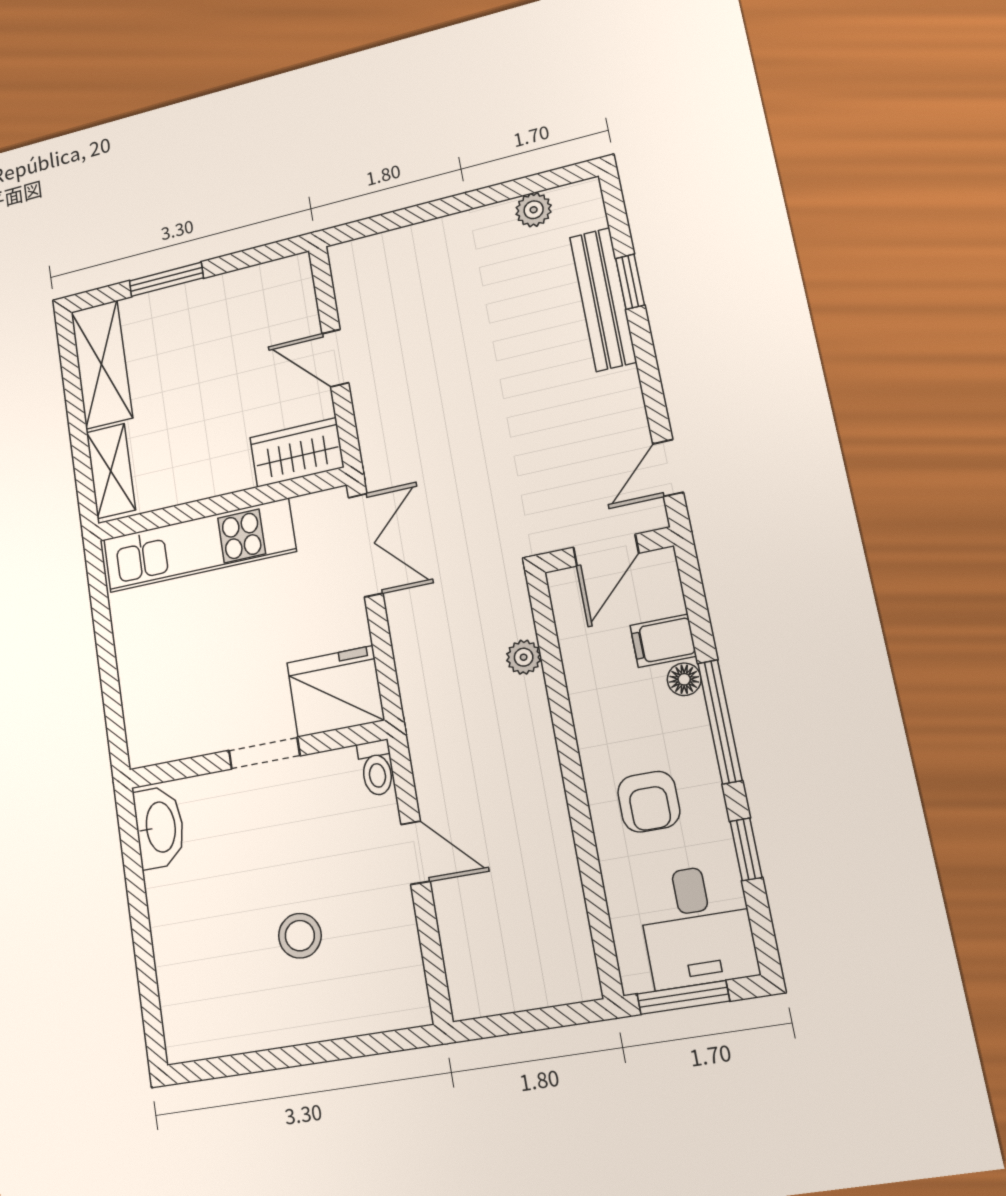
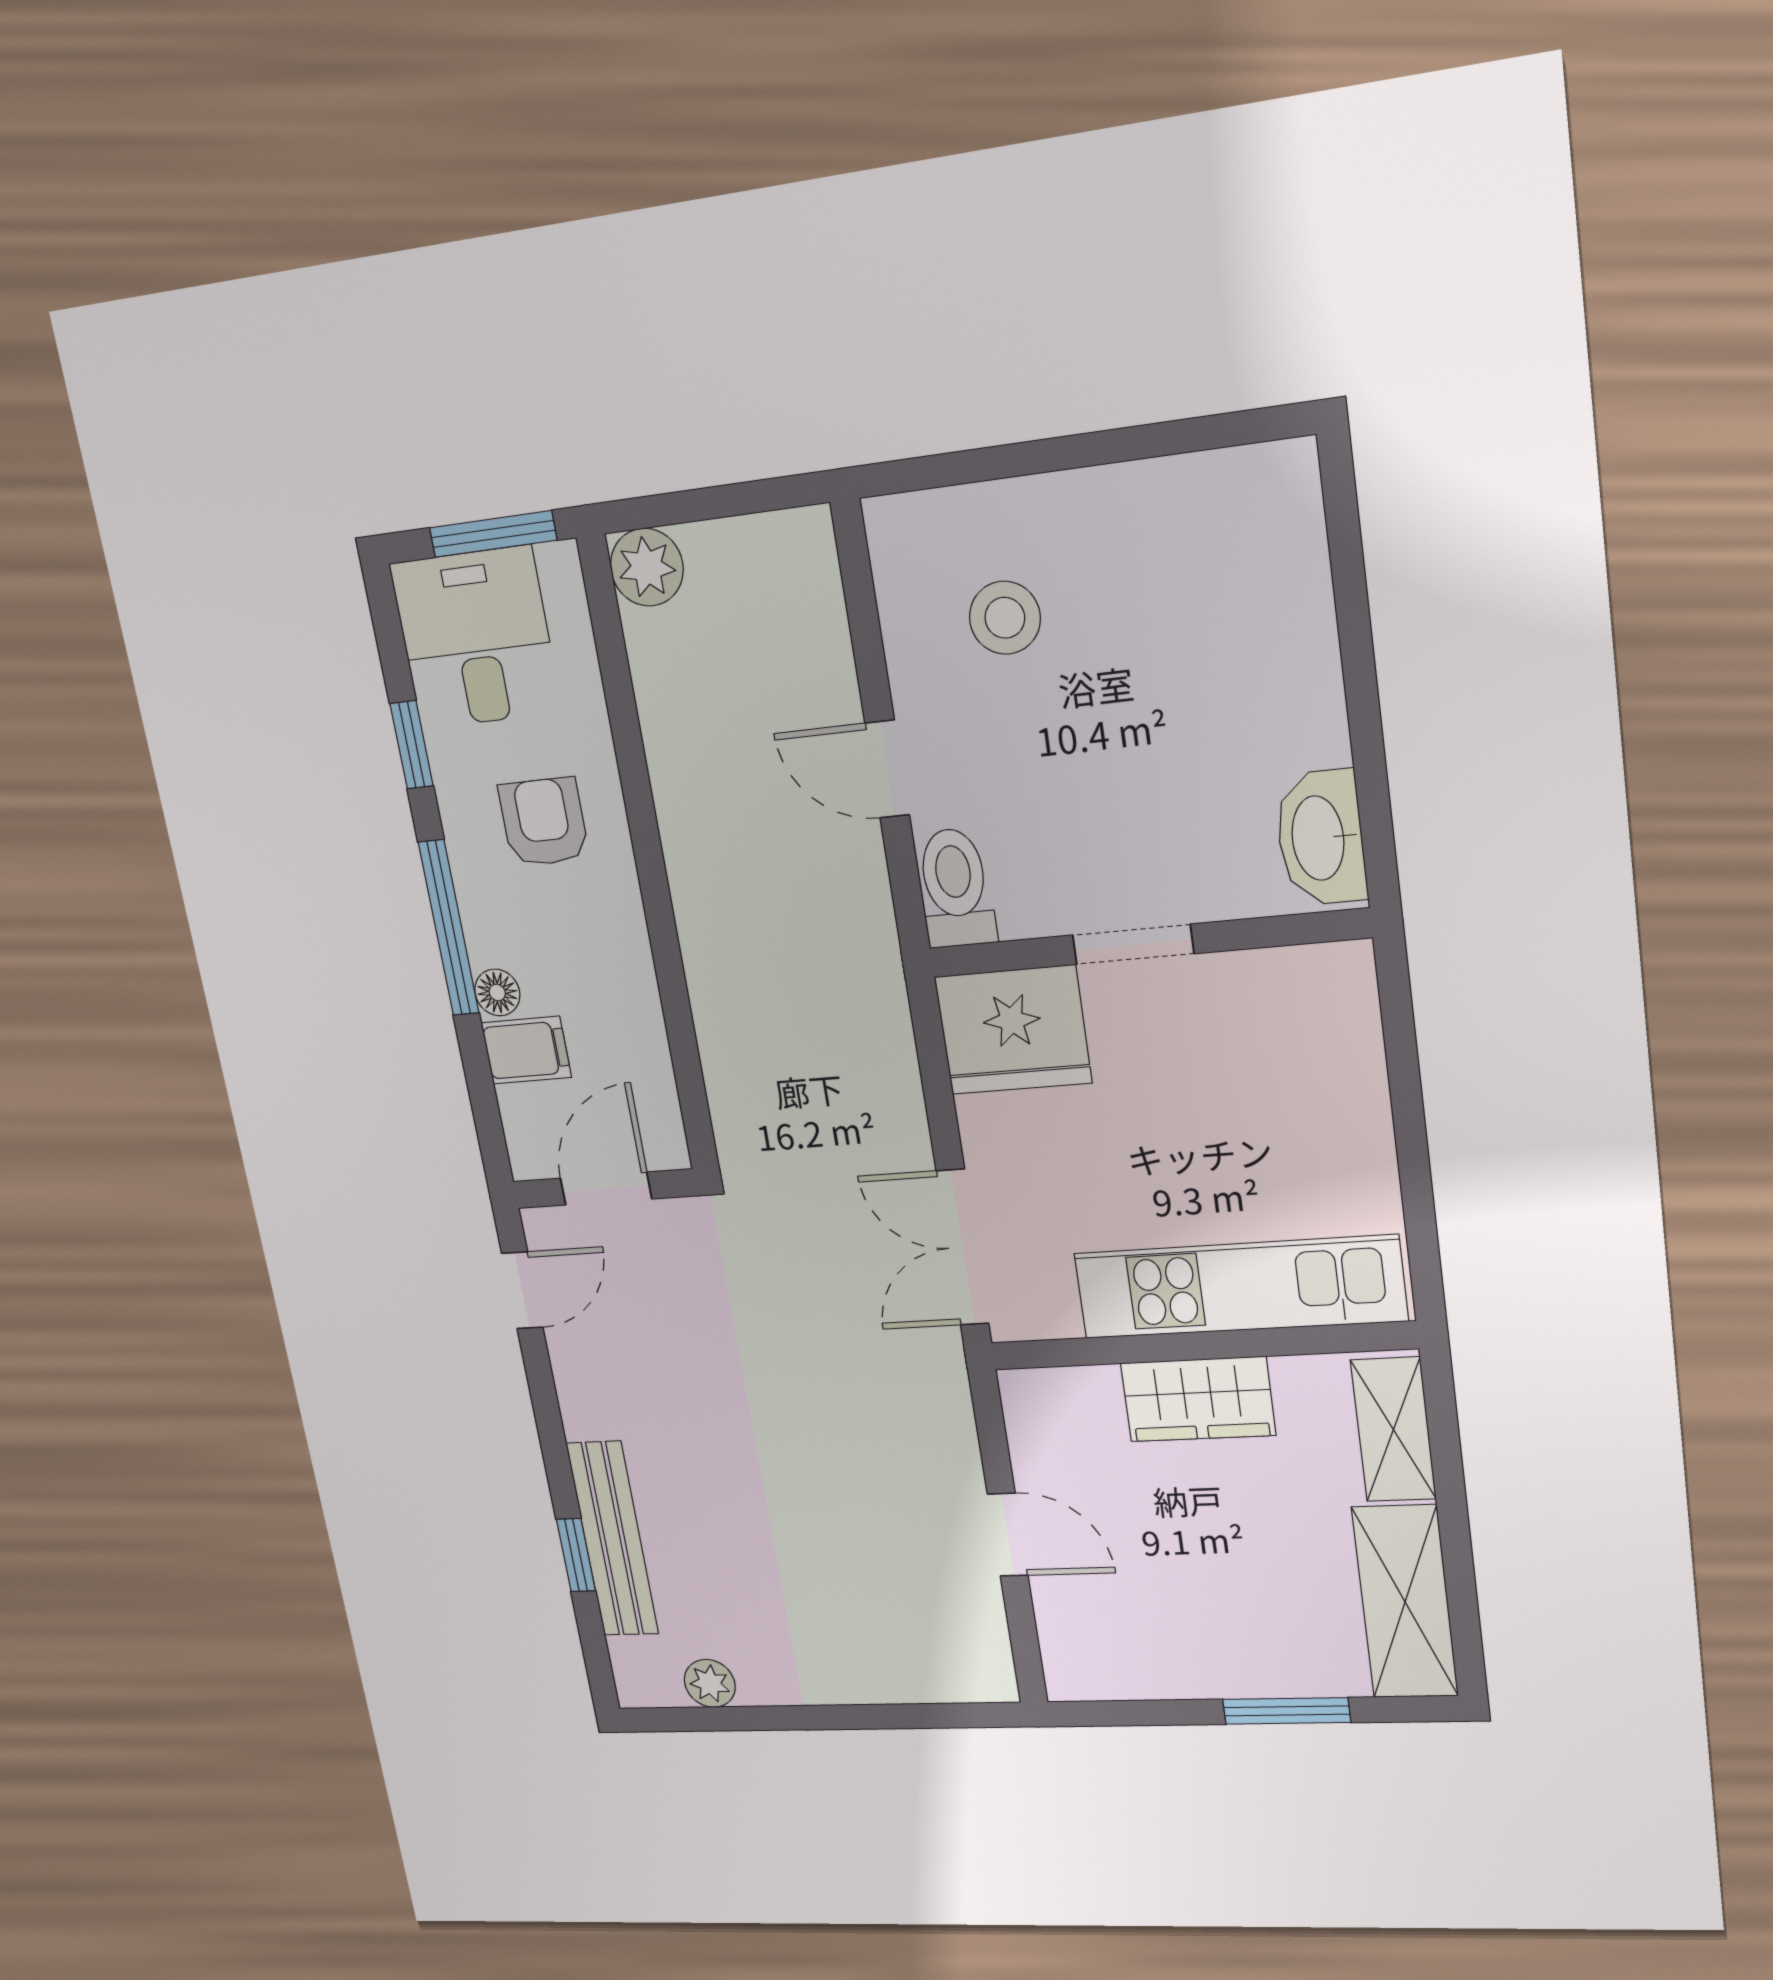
wardrobe: (297, 452) -> (1198, 1399), moved
plant: (524, 657) -> (647, 567), moved, width x1.38, depth x1.38
toilet: (376, 768) -> (955, 888), width x1.37, depth x1.39
stool: (300, 936) -> (1005, 618), moved

